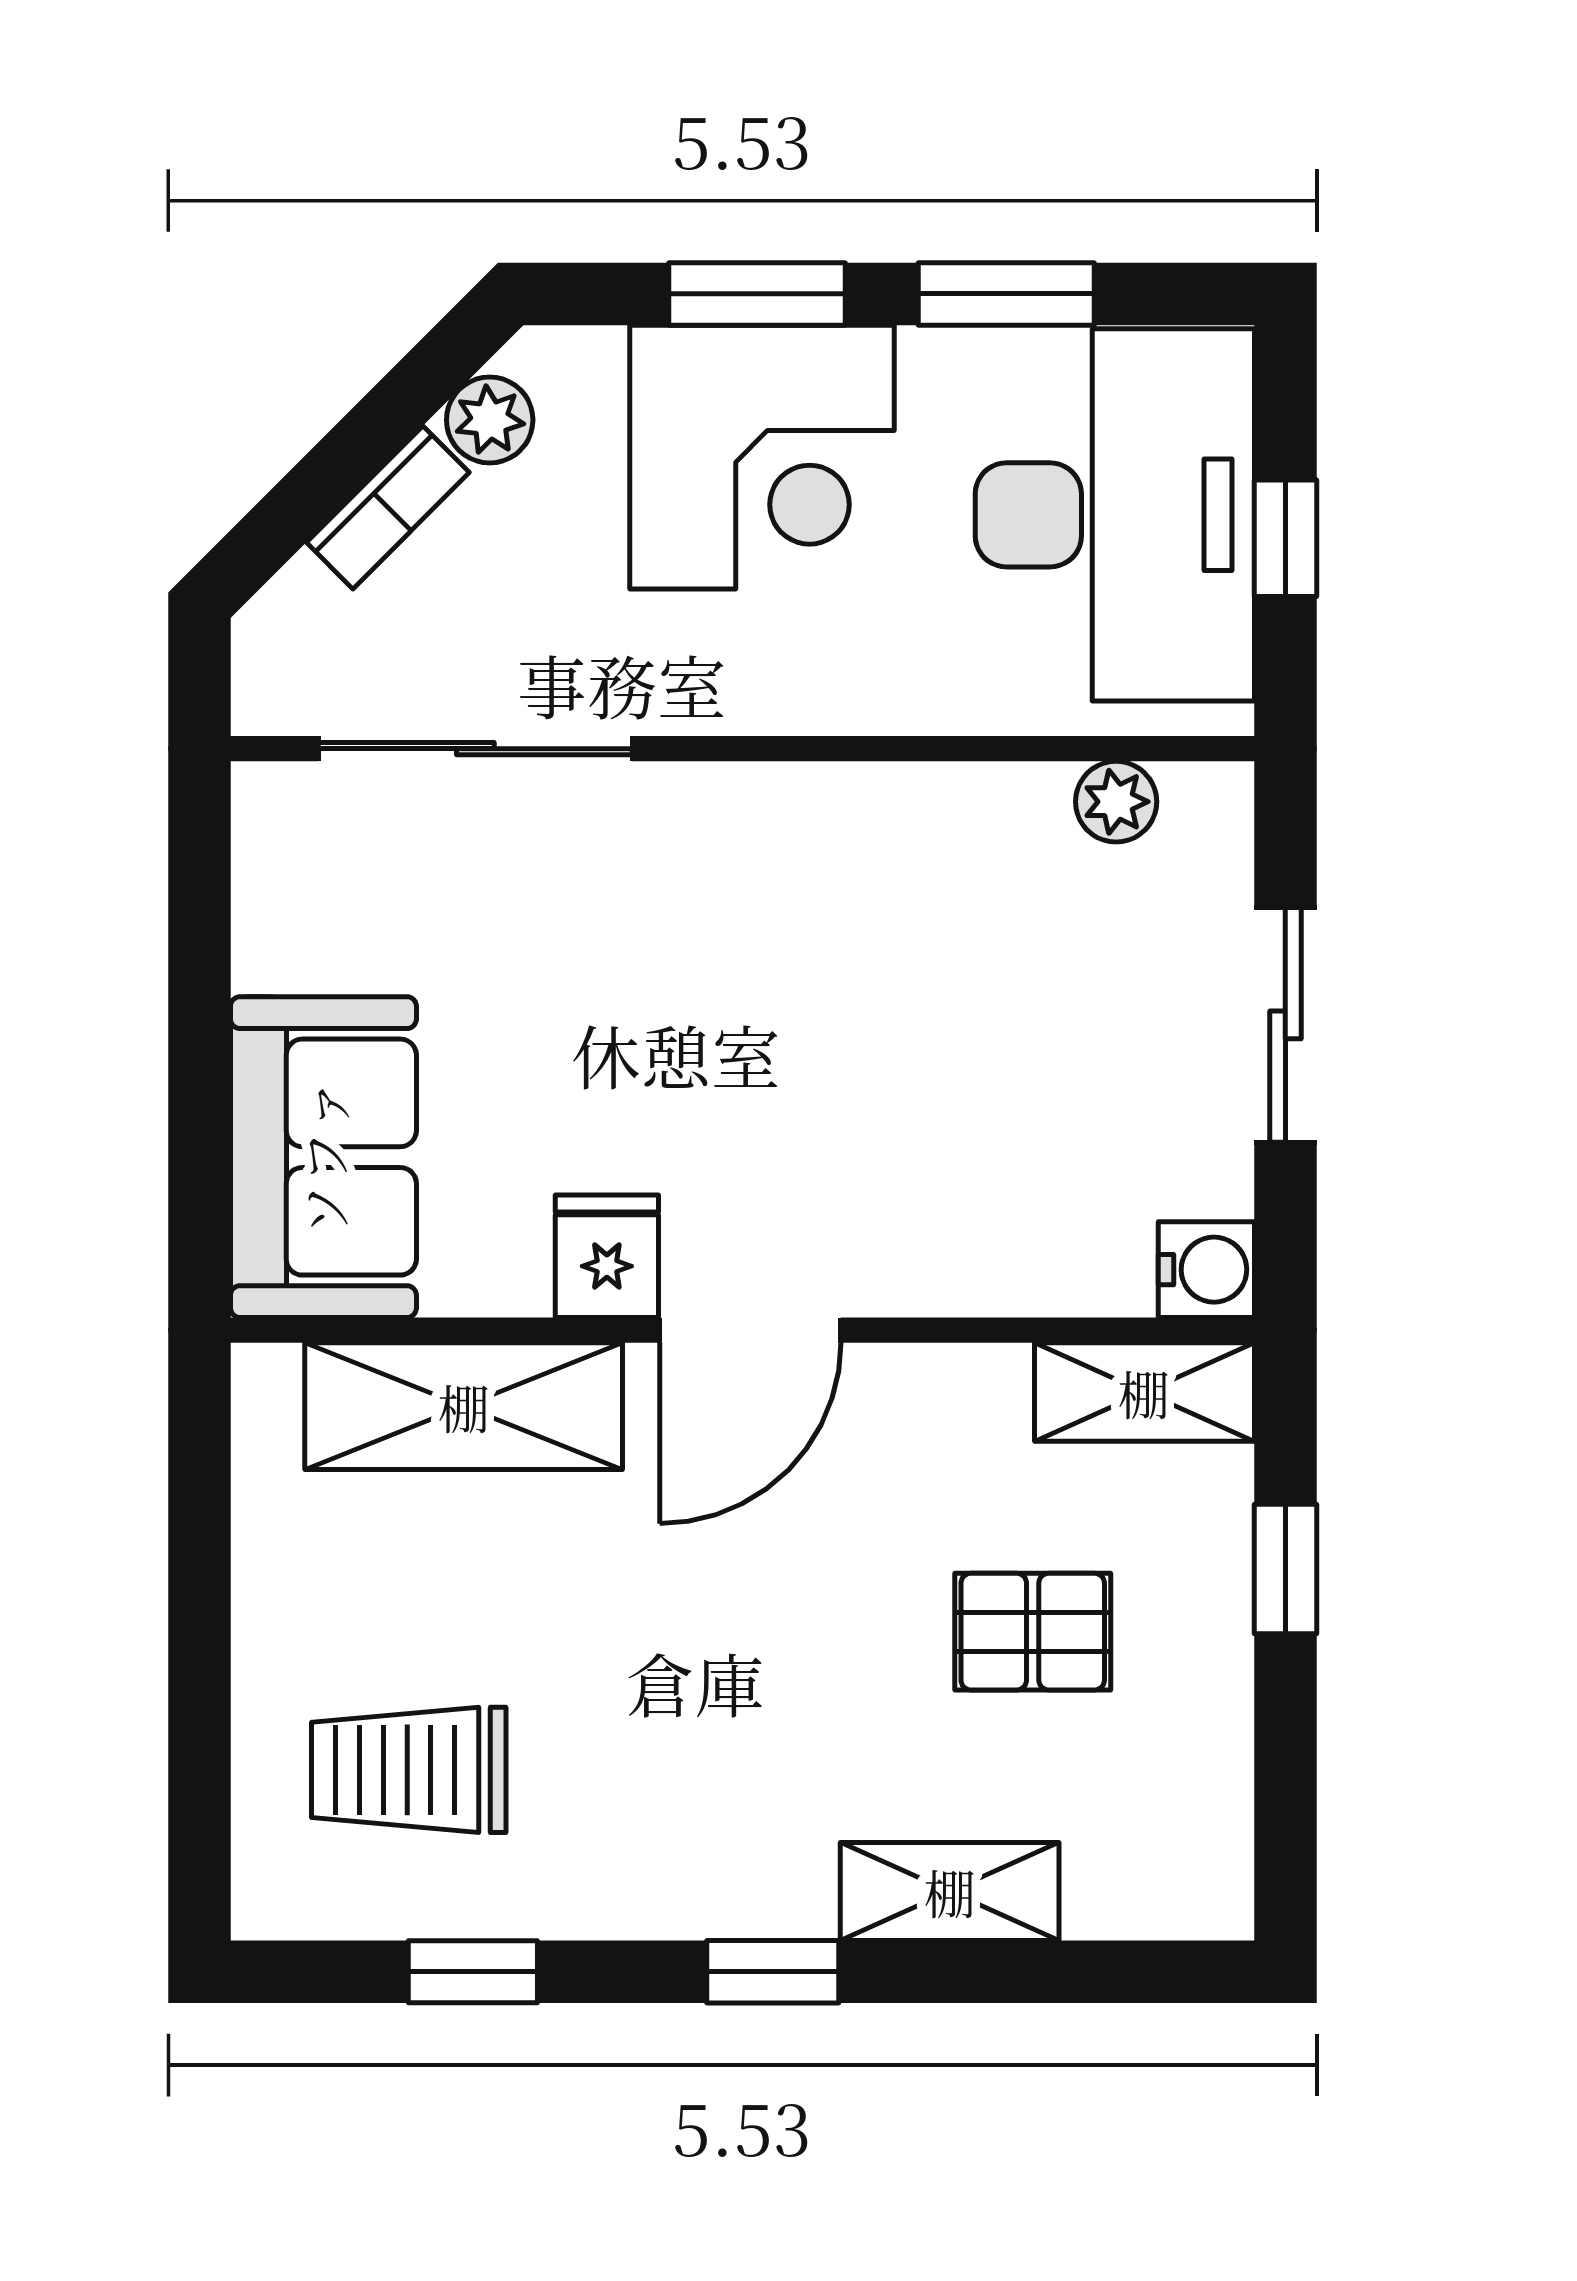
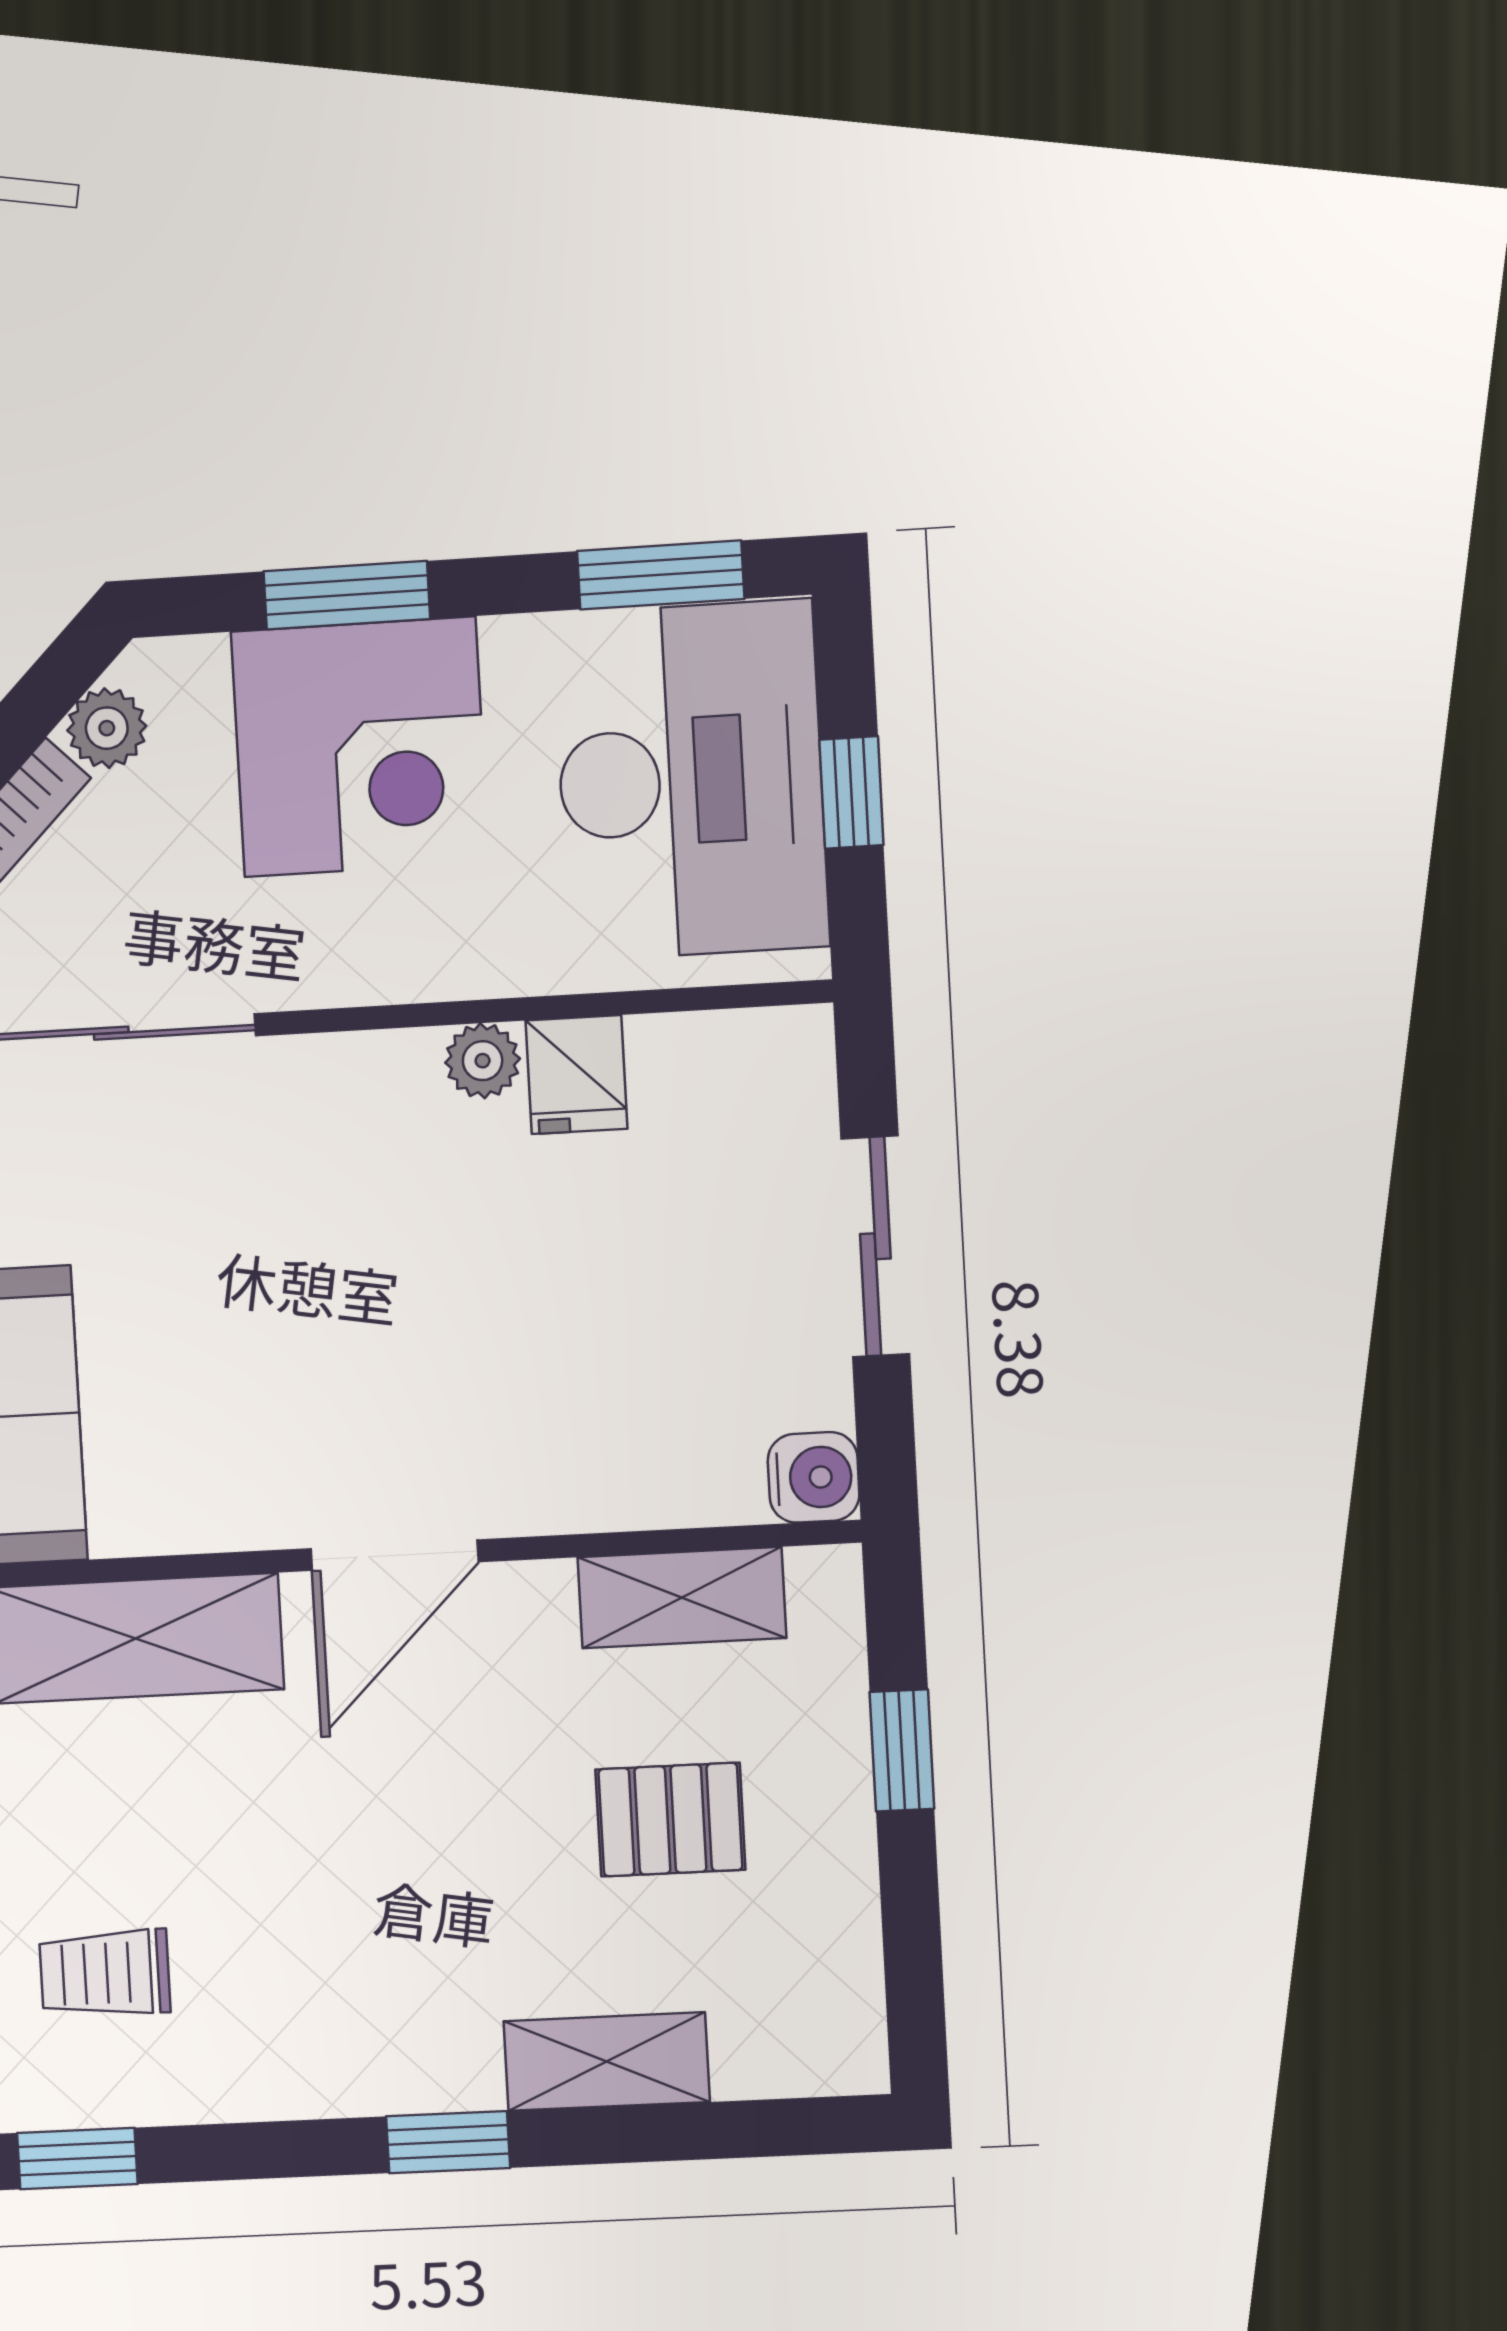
window: (1006, 294) -> (661, 575), moved
plant: (1116, 802) -> (483, 1061), moved
fridge: (607, 1256) -> (577, 1075), moved, turned 180
shelving: (1144, 1392) -> (682, 1598), moved
trolley: (409, 1770) -> (105, 1973), width x0.73, depth x0.72
window: (473, 1972) -> (77, 2158), moved

